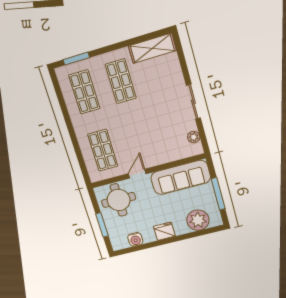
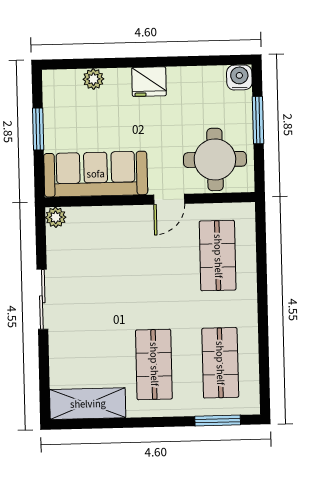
plant: (194, 137) -> (56, 217), moved
window: (218, 194) -> (38, 129), width x0.69
plant: (198, 220) -> (93, 79), width x0.53, depth x0.53
water cooler: (135, 239) -> (239, 77), moved

